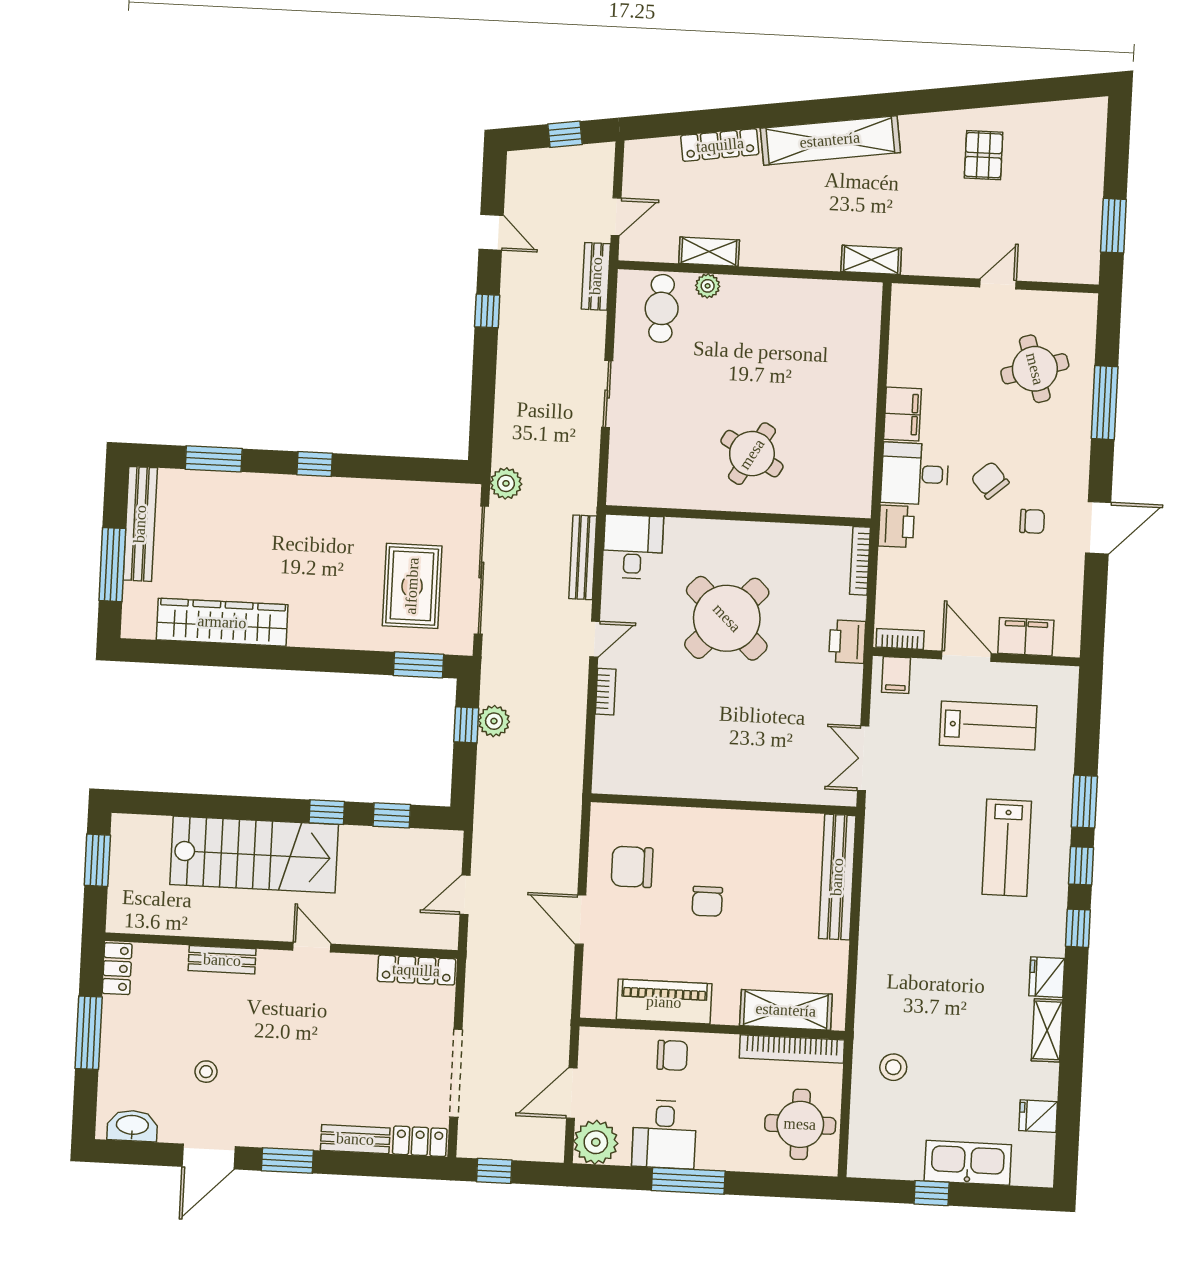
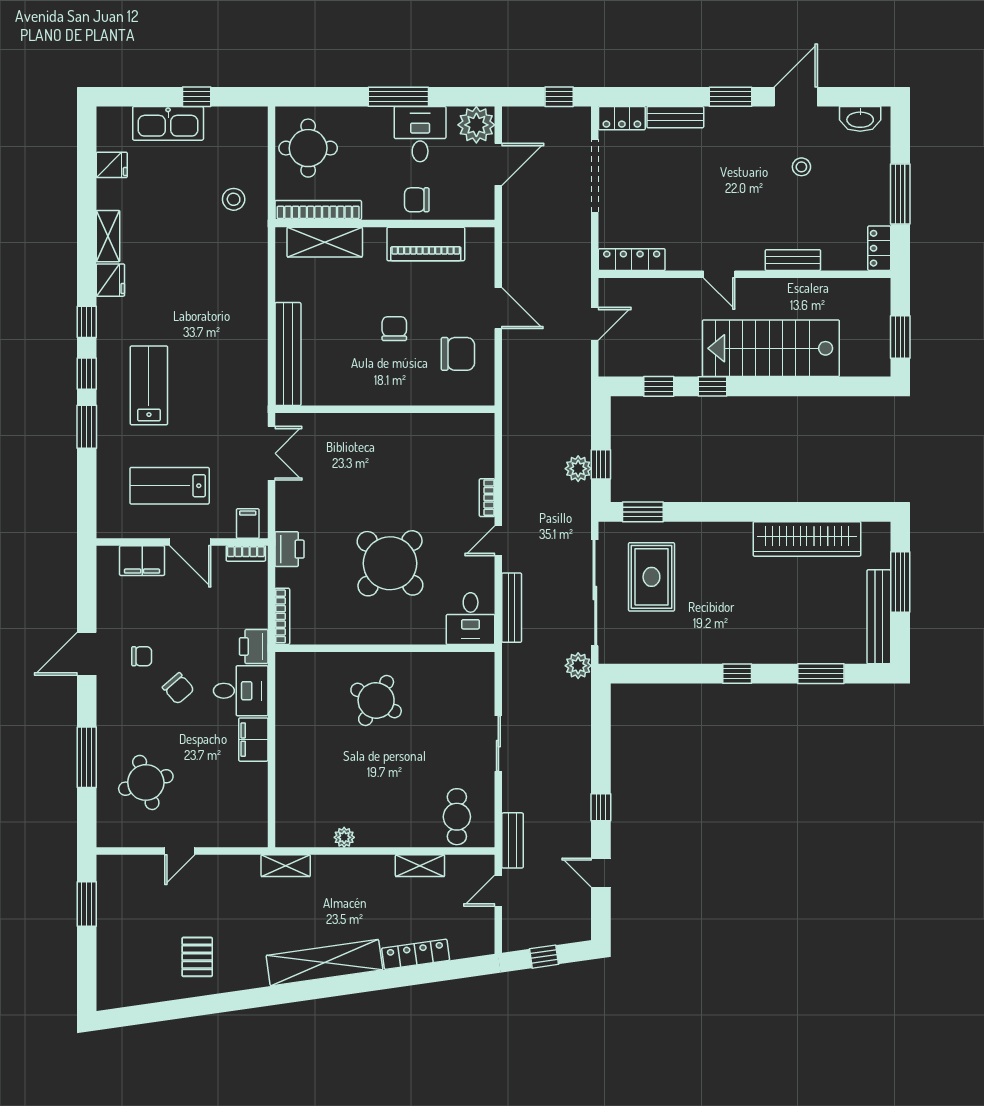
plant: (708, 286) -> (344, 837), moved
chair: (1032, 521) -> (142, 656), turned 180

